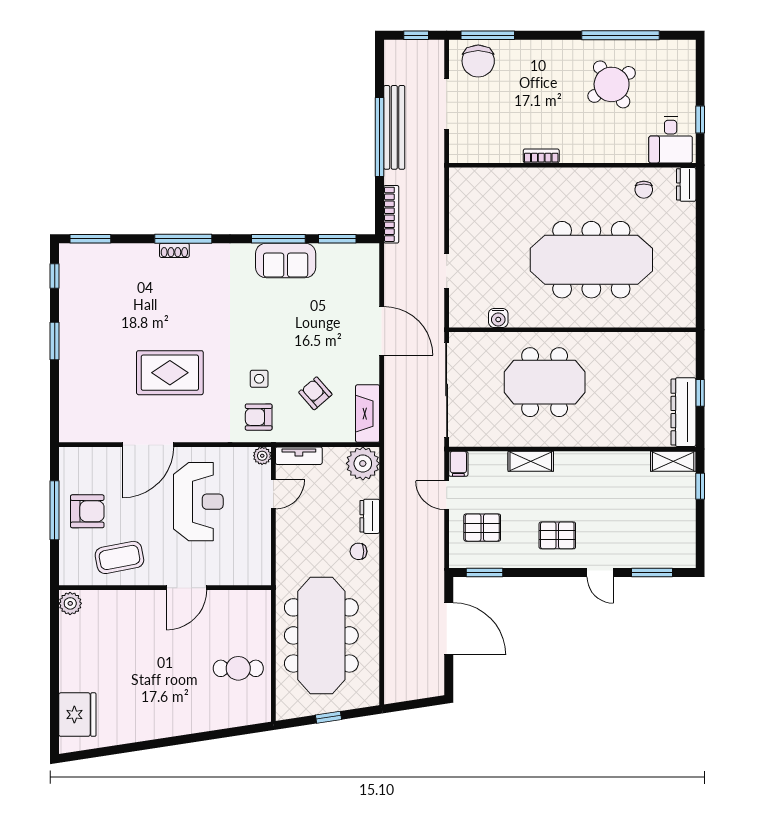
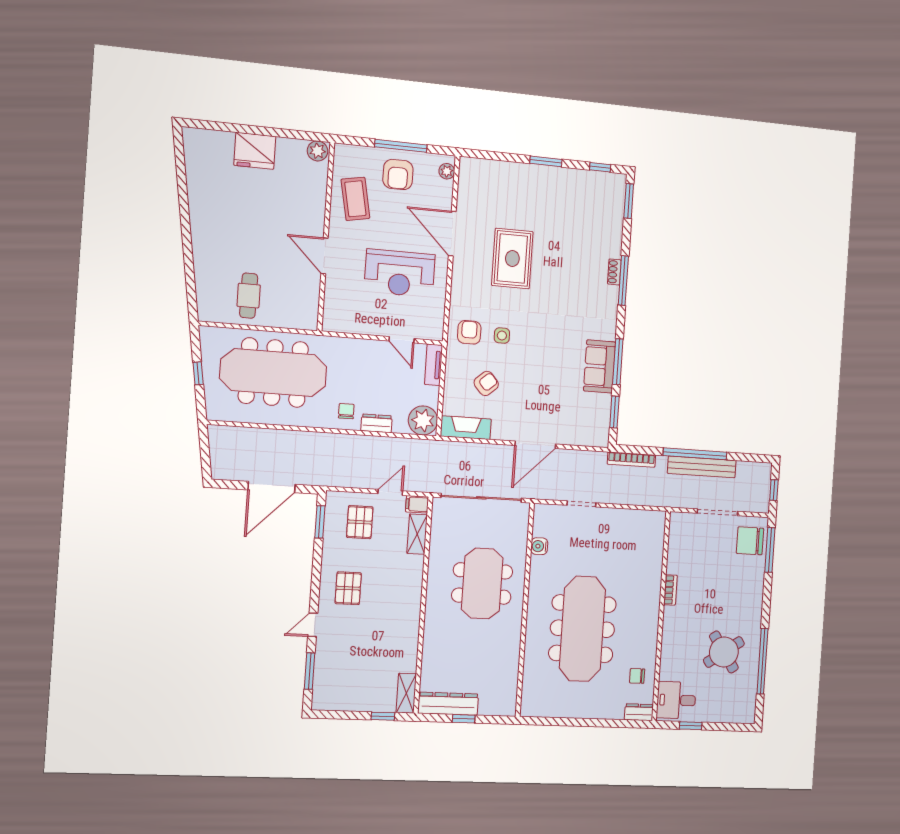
plant: (262, 456) -> (447, 171), moved
shelving: (531, 461) -> (417, 534), moved
fridge: (77, 715) -> (255, 151), moved

